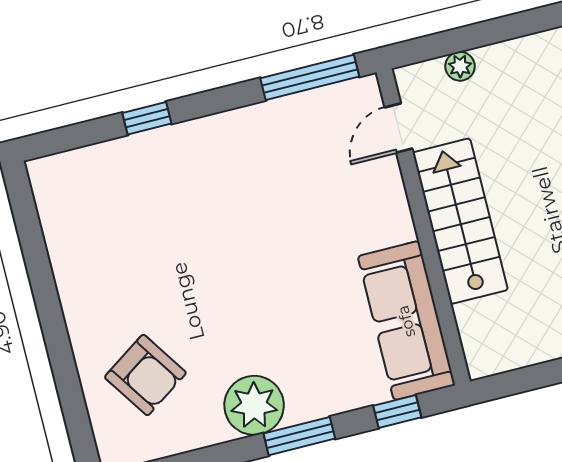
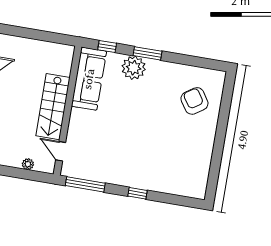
window: (147, 118) -> (138, 193), moved
door: (399, 128) -> (61, 151), swing flipped
plant: (254, 405) -> (134, 68), moved

